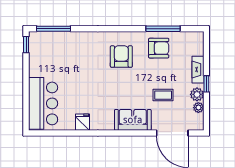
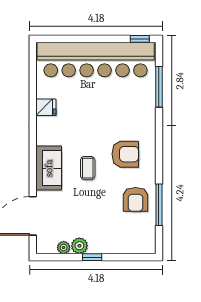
window: (53, 29) -> (159, 87), moved
fireplace: (198, 70) -> (110, 247), removed
coffee table: (163, 95) -> (88, 168), moved
bar counter: (43, 103) -> (96, 60), width x1.86

